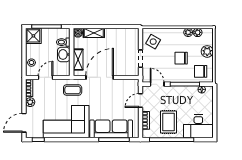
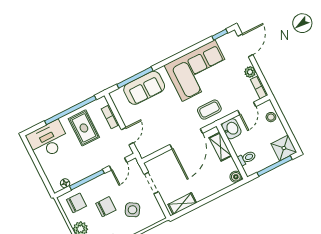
shelving: (94, 33) -> (182, 204), moved
side table: (153, 42) -> (132, 210), moved
washbasin: (64, 54) -> (231, 129), moved
door: (157, 84) -> (118, 164), hinge flipped
sofa: (111, 129) -> (144, 88), width x0.73

